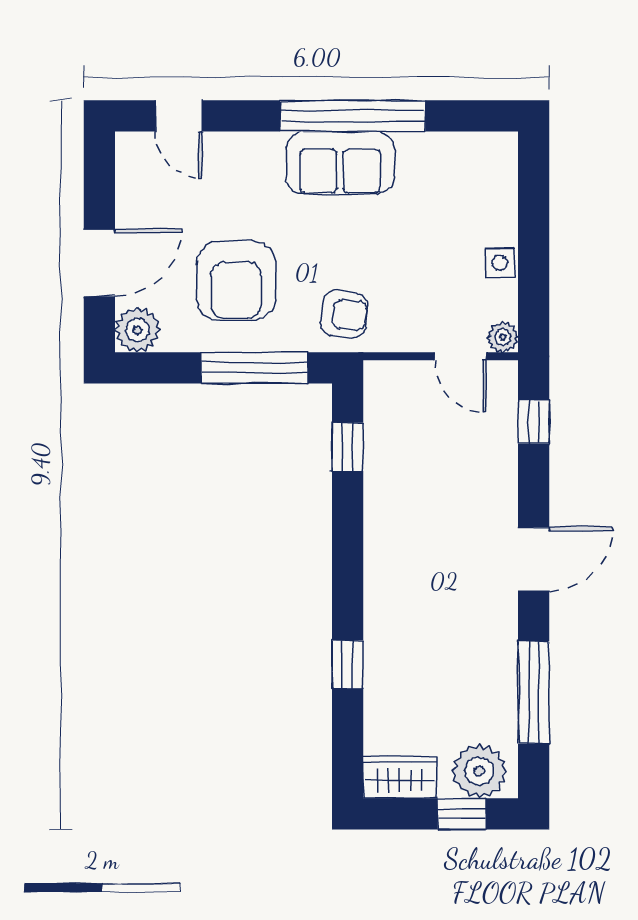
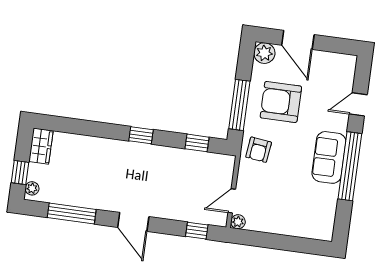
door: (179, 116) -> (358, 104), moved
side table: (499, 263) -> (273, 225), removed
window: (348, 665) -> (141, 135), moved
plant: (479, 771) -> (32, 188), width x0.53, depth x0.53

